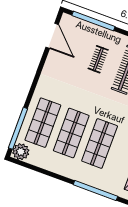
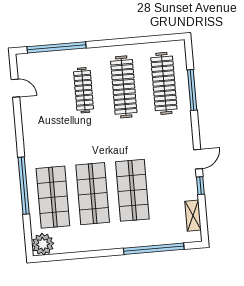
door: (52, 36) -> (15, 88), width x0.53
clothes rail: (98, 59) -> (84, 90), width x1.36
window: (18, 128) -> (24, 186), moved

